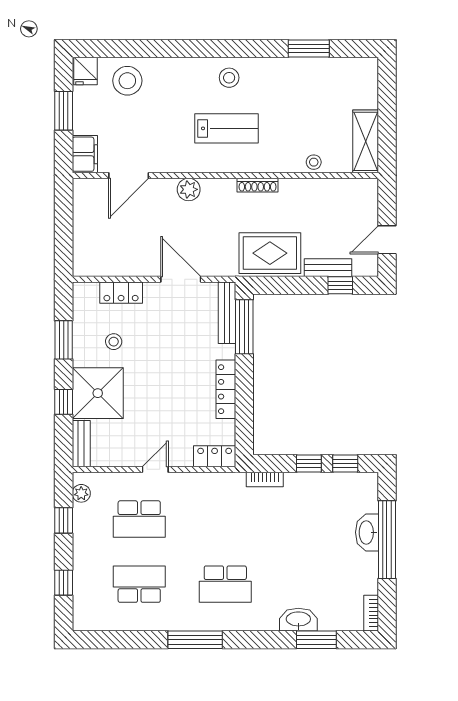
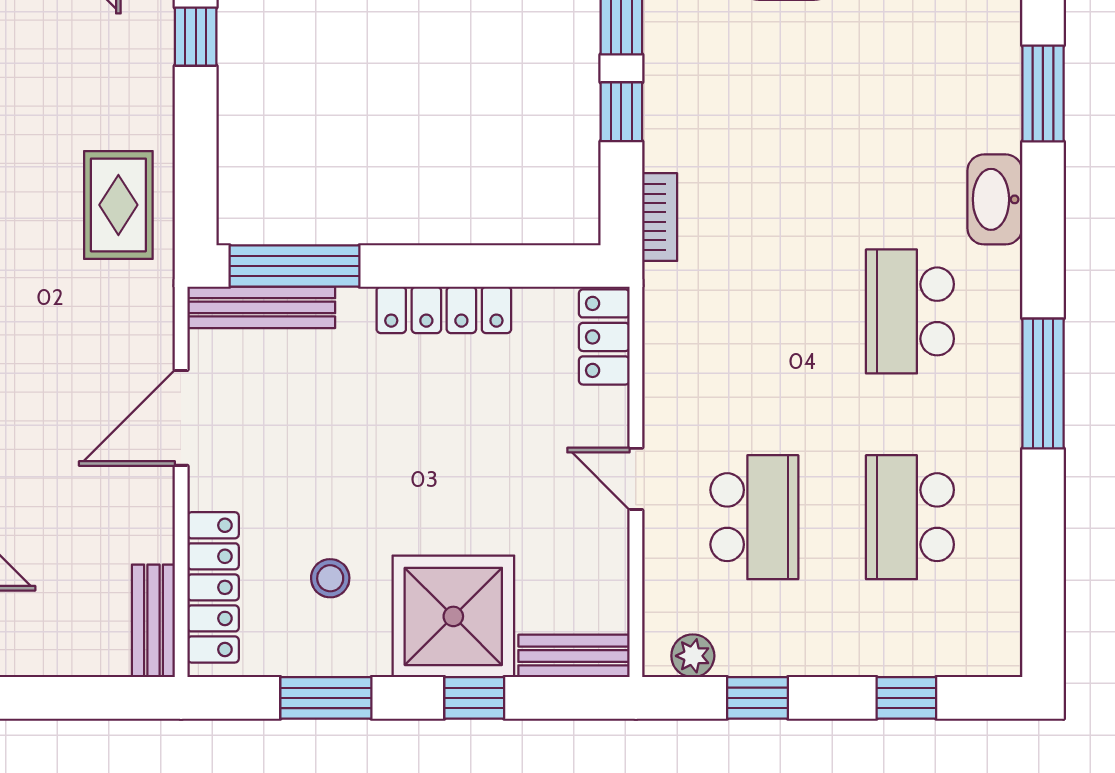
rug: (270, 253) -> (118, 205), width x0.73, depth x0.70
bench: (328, 268) -> (153, 621), moved
locker: (121, 293) -> (213, 587), width x1.53
school desk: (225, 584) -> (910, 311), turned 180
washbasin: (298, 620) -> (995, 199), moved

